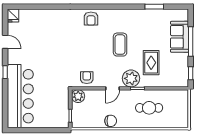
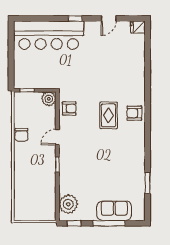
coffee table: (120, 45) -> (106, 145), removed
rug: (151, 63) -> (109, 115), moved, turned 90
plant: (131, 78) -> (68, 204), moved
door: (113, 88) -> (57, 137), hinge flipped
cafe table: (149, 108) -> (36, 177), removed

